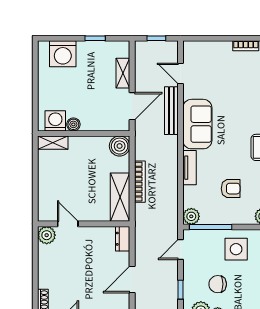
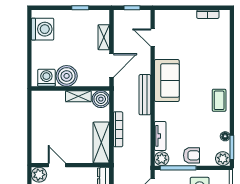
washing machine: (63, 54) -> (43, 29), moved, turned -90
bench: (171, 111) -> (145, 95), moved
boiler: (73, 124) -> (67, 76), width x1.86, depth x1.86
shelving: (53, 143) -> (78, 96), moved
tv unit: (190, 168) -> (160, 136), moved
armchair: (231, 189) -> (192, 155), moved

